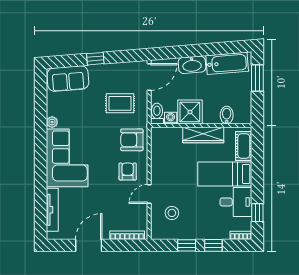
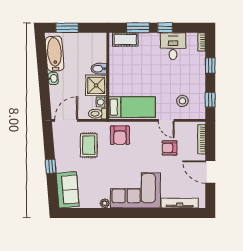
washbasin: (192, 65) -> (53, 78), width x0.52, depth x0.69
door: (149, 77) -> (66, 120), hinge flipped
bidet: (227, 115) -> (99, 69), moved
wardrobe: (203, 135) -> (116, 74), removed
window: (257, 161) -> (138, 28), added
armchair: (128, 172) -> (169, 148), moved
bed: (225, 174) -> (132, 107), moved, turned -90
window: (257, 213) -> (165, 28), moved
window: (187, 245) -> (210, 100), moved

